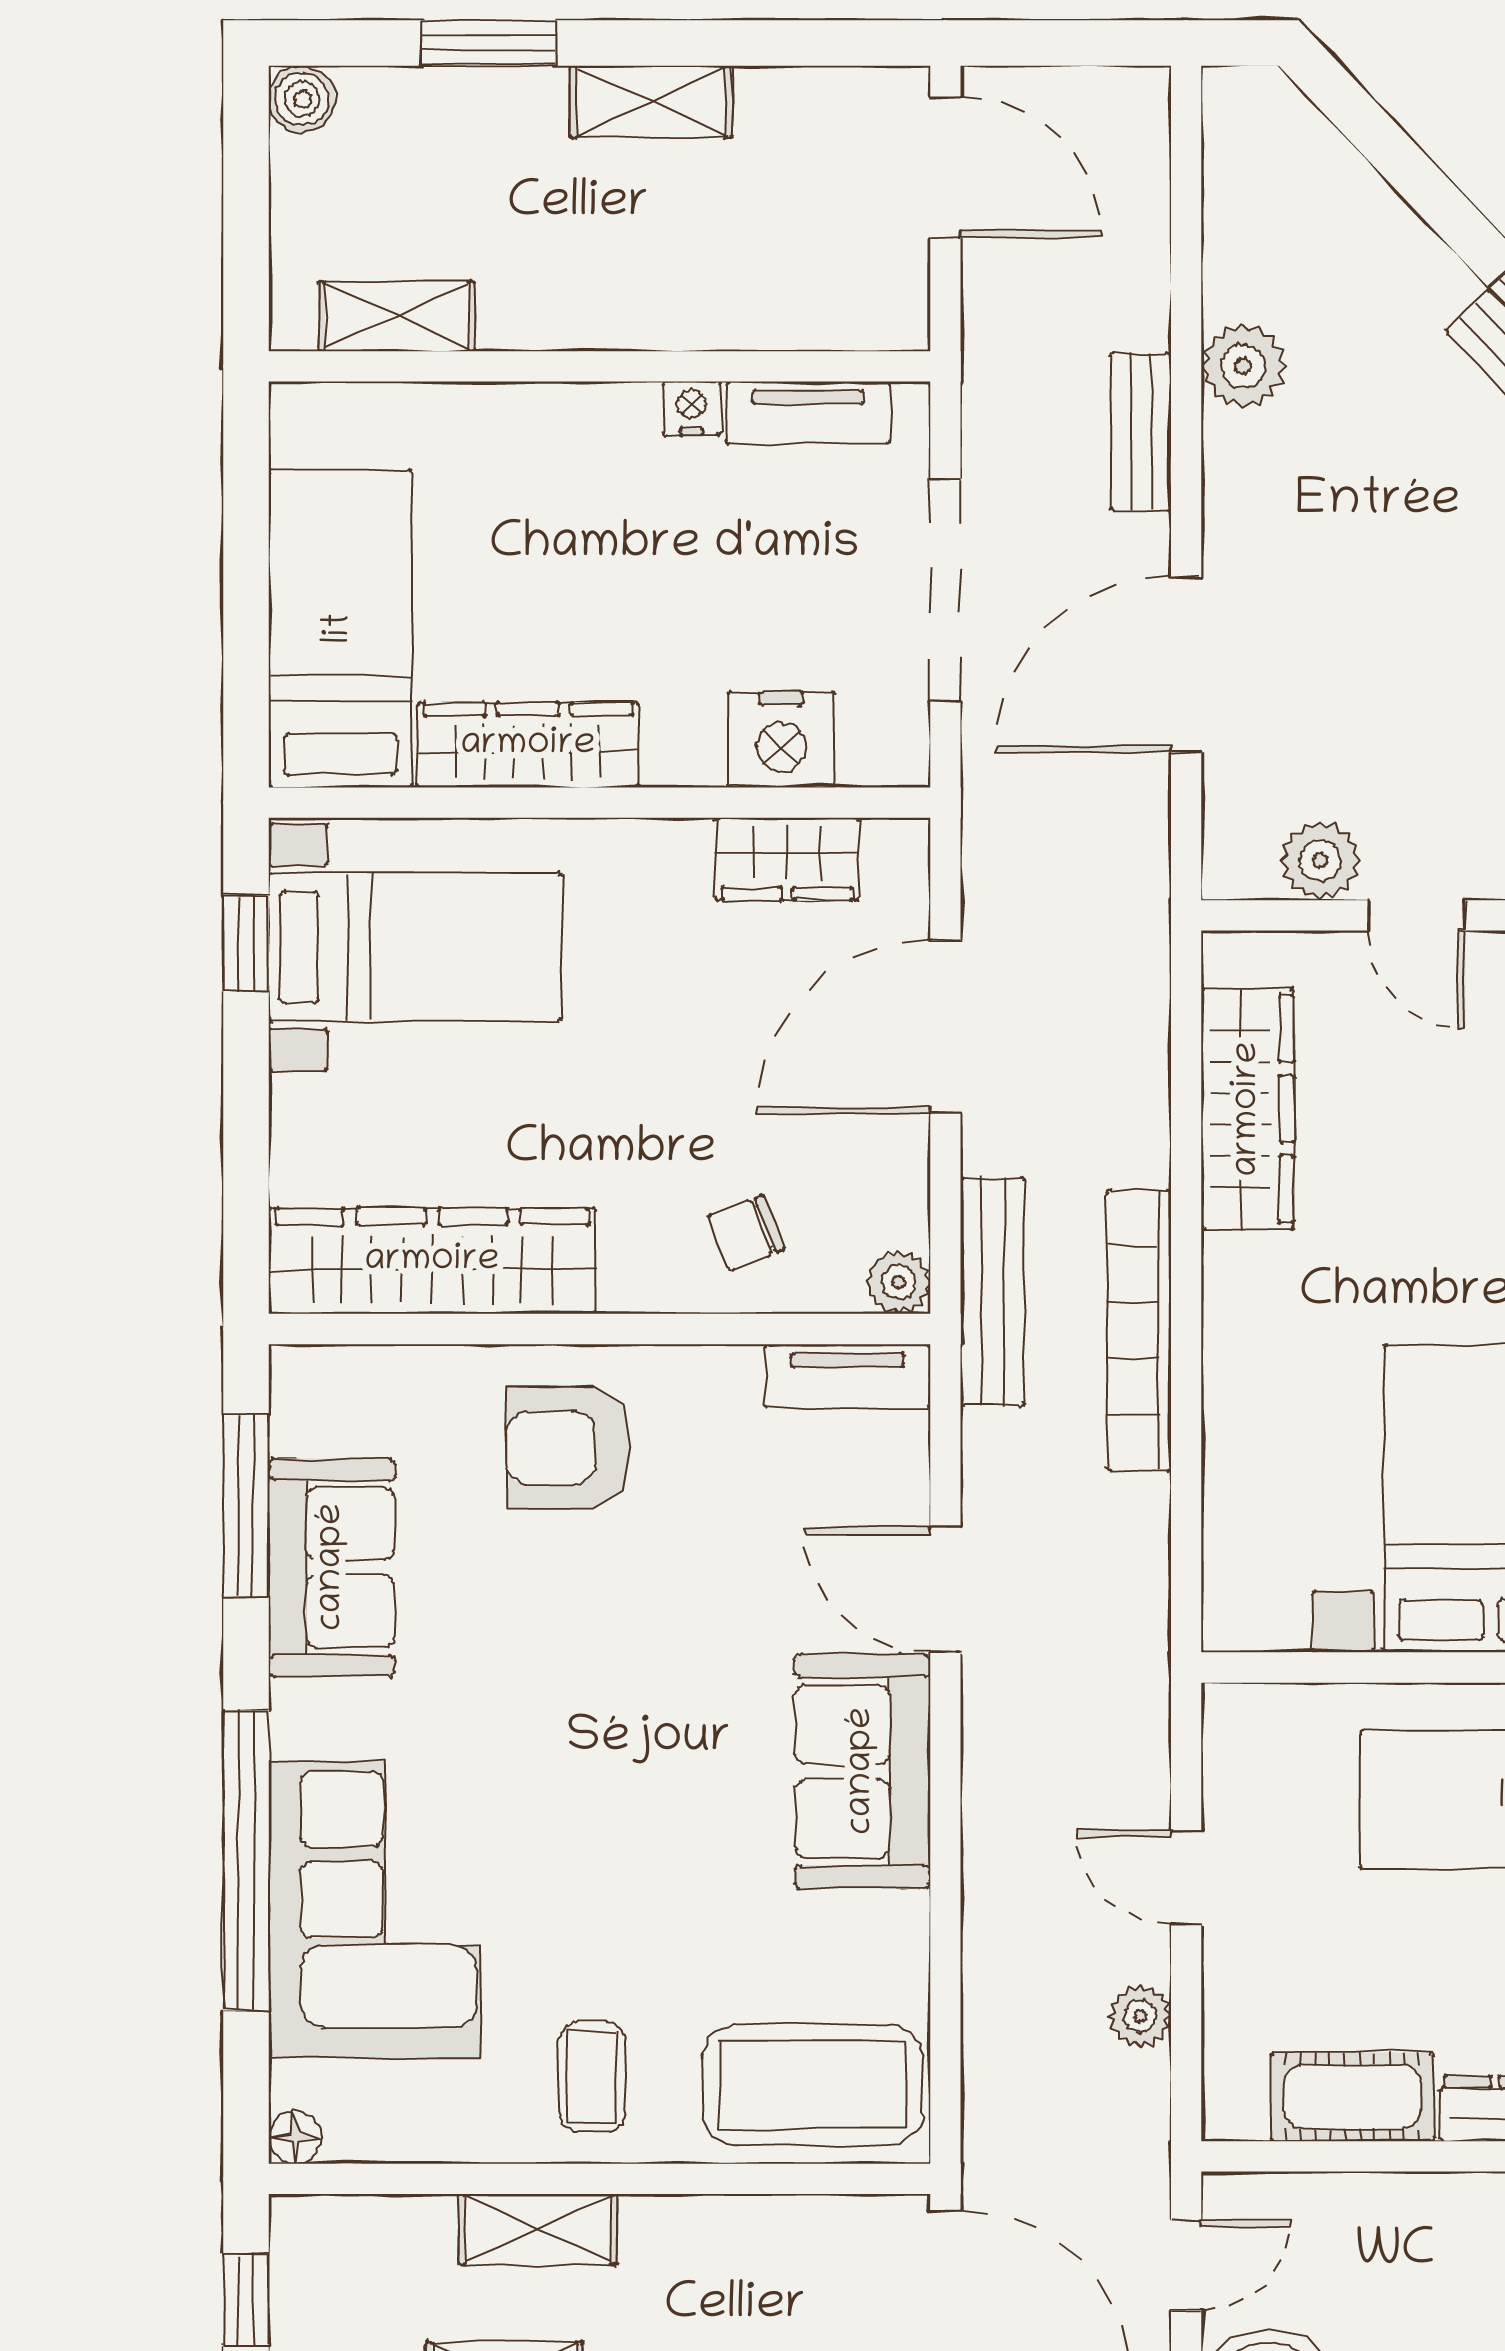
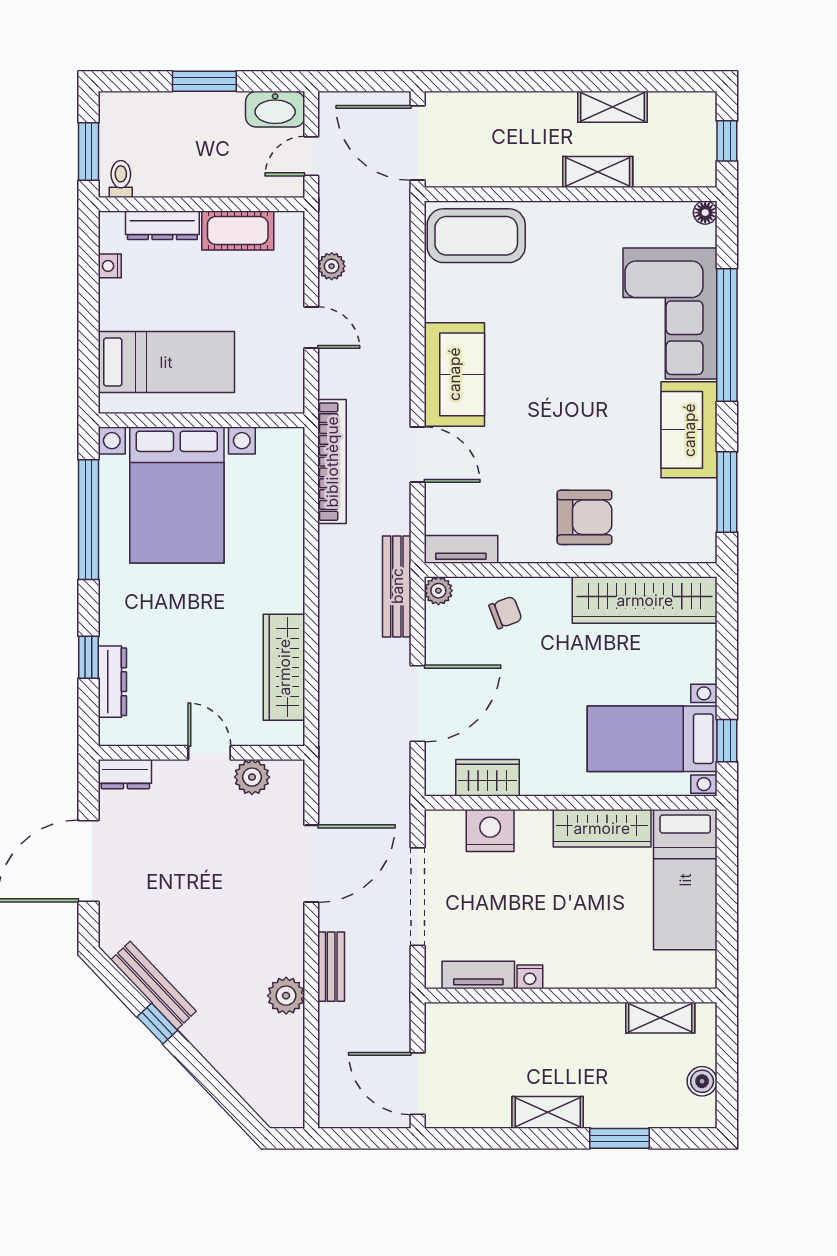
boiler: (302, 99) -> (702, 1081), moved
bookcase: (1139, 1330) -> (332, 462), moved
sofa: (332, 1567) -> (689, 430), moved
coffee table: (592, 2077) -> (574, 239), removed

